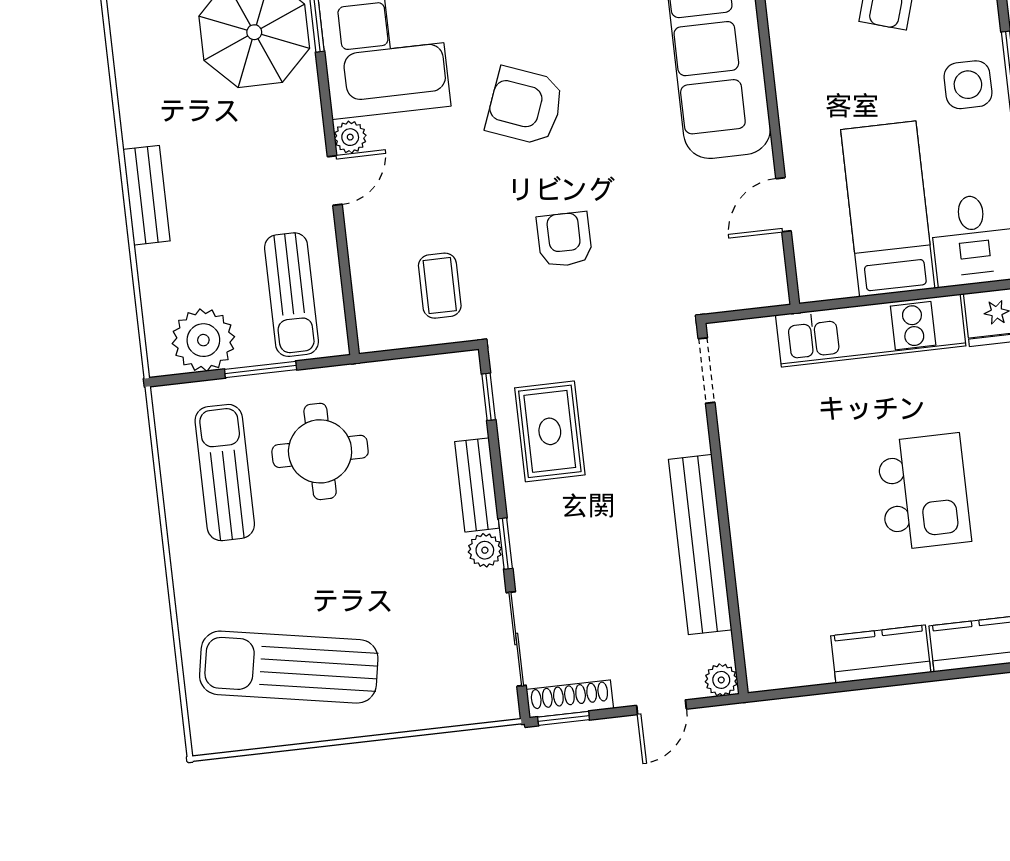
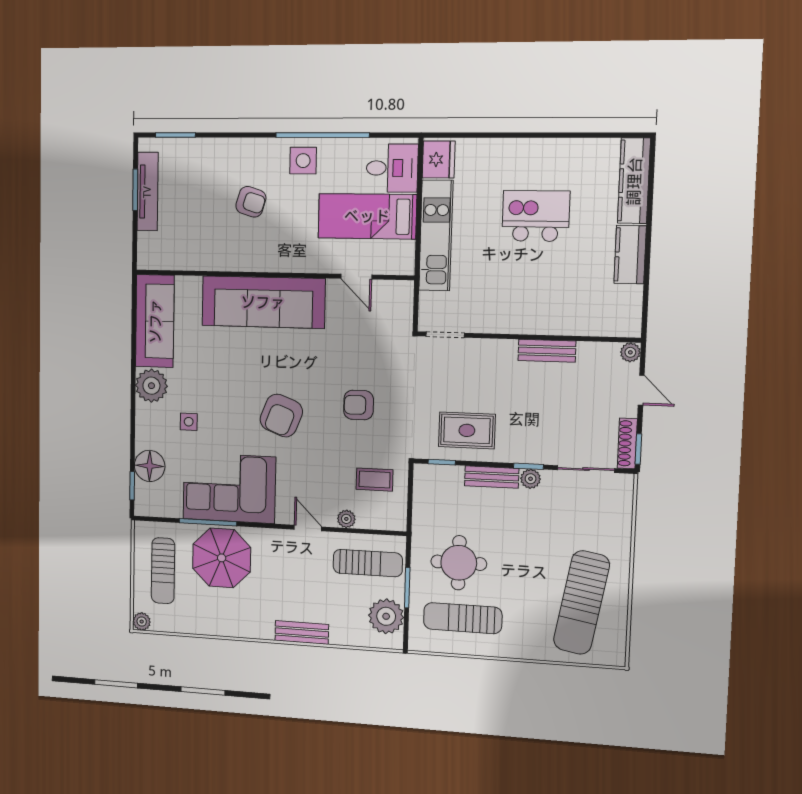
plant: (350, 137) -> (346, 519), moved
bench: (700, 545) -> (547, 351), width x0.54, depth x0.82

